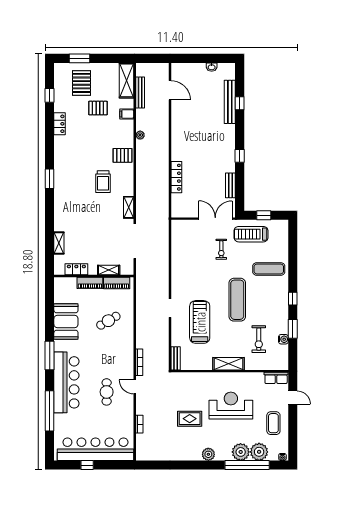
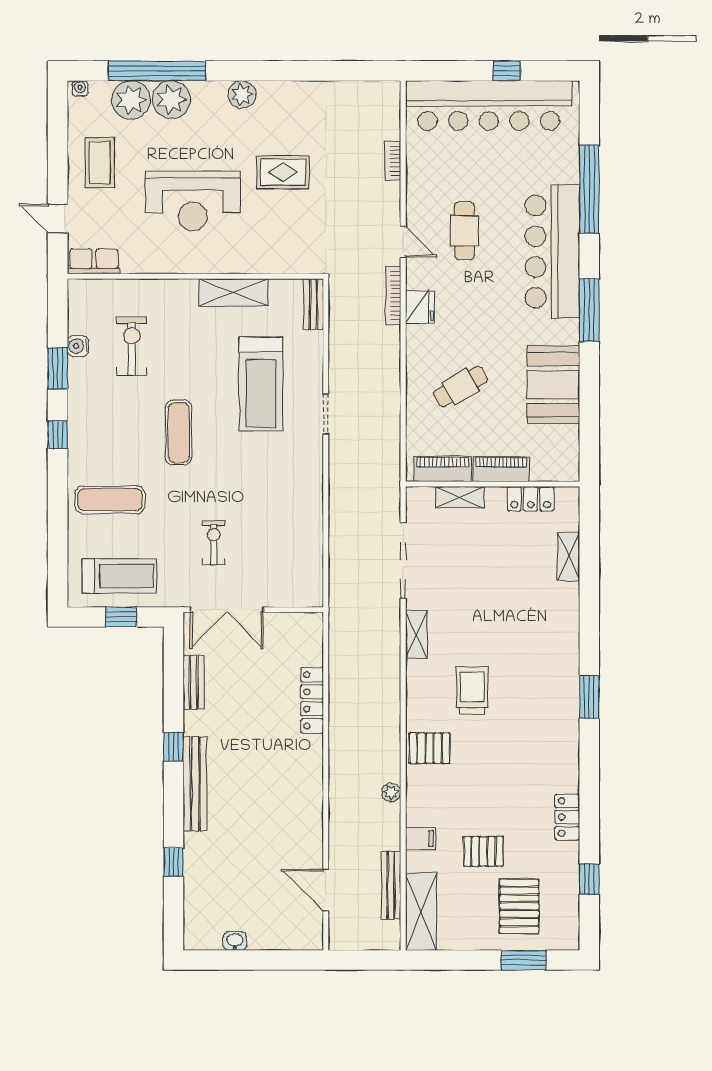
bench: (230, 102) -> (195, 784), moved
treadmill: (251, 234) -> (119, 576), moved
exercise mat: (237, 300) -> (179, 432), width x0.73, depth x0.69
fridge: (127, 357) -> (420, 307), added
shelving: (229, 364) -> (234, 292), moved

